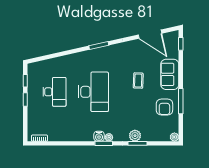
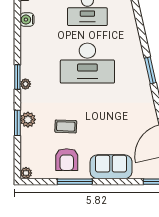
coffee table: (138, 81) -> (66, 126), moved
armchair: (164, 107) -> (67, 160), turned -90
water cooler: (99, 136) -> (27, 20), moved

